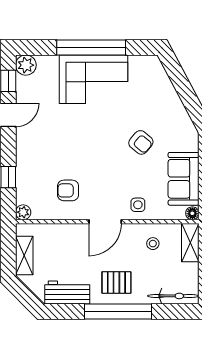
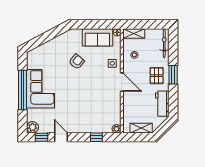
armchair: (68, 190) -> (104, 103), removed
window: (118, 311) -> (173, 75), width x0.47

